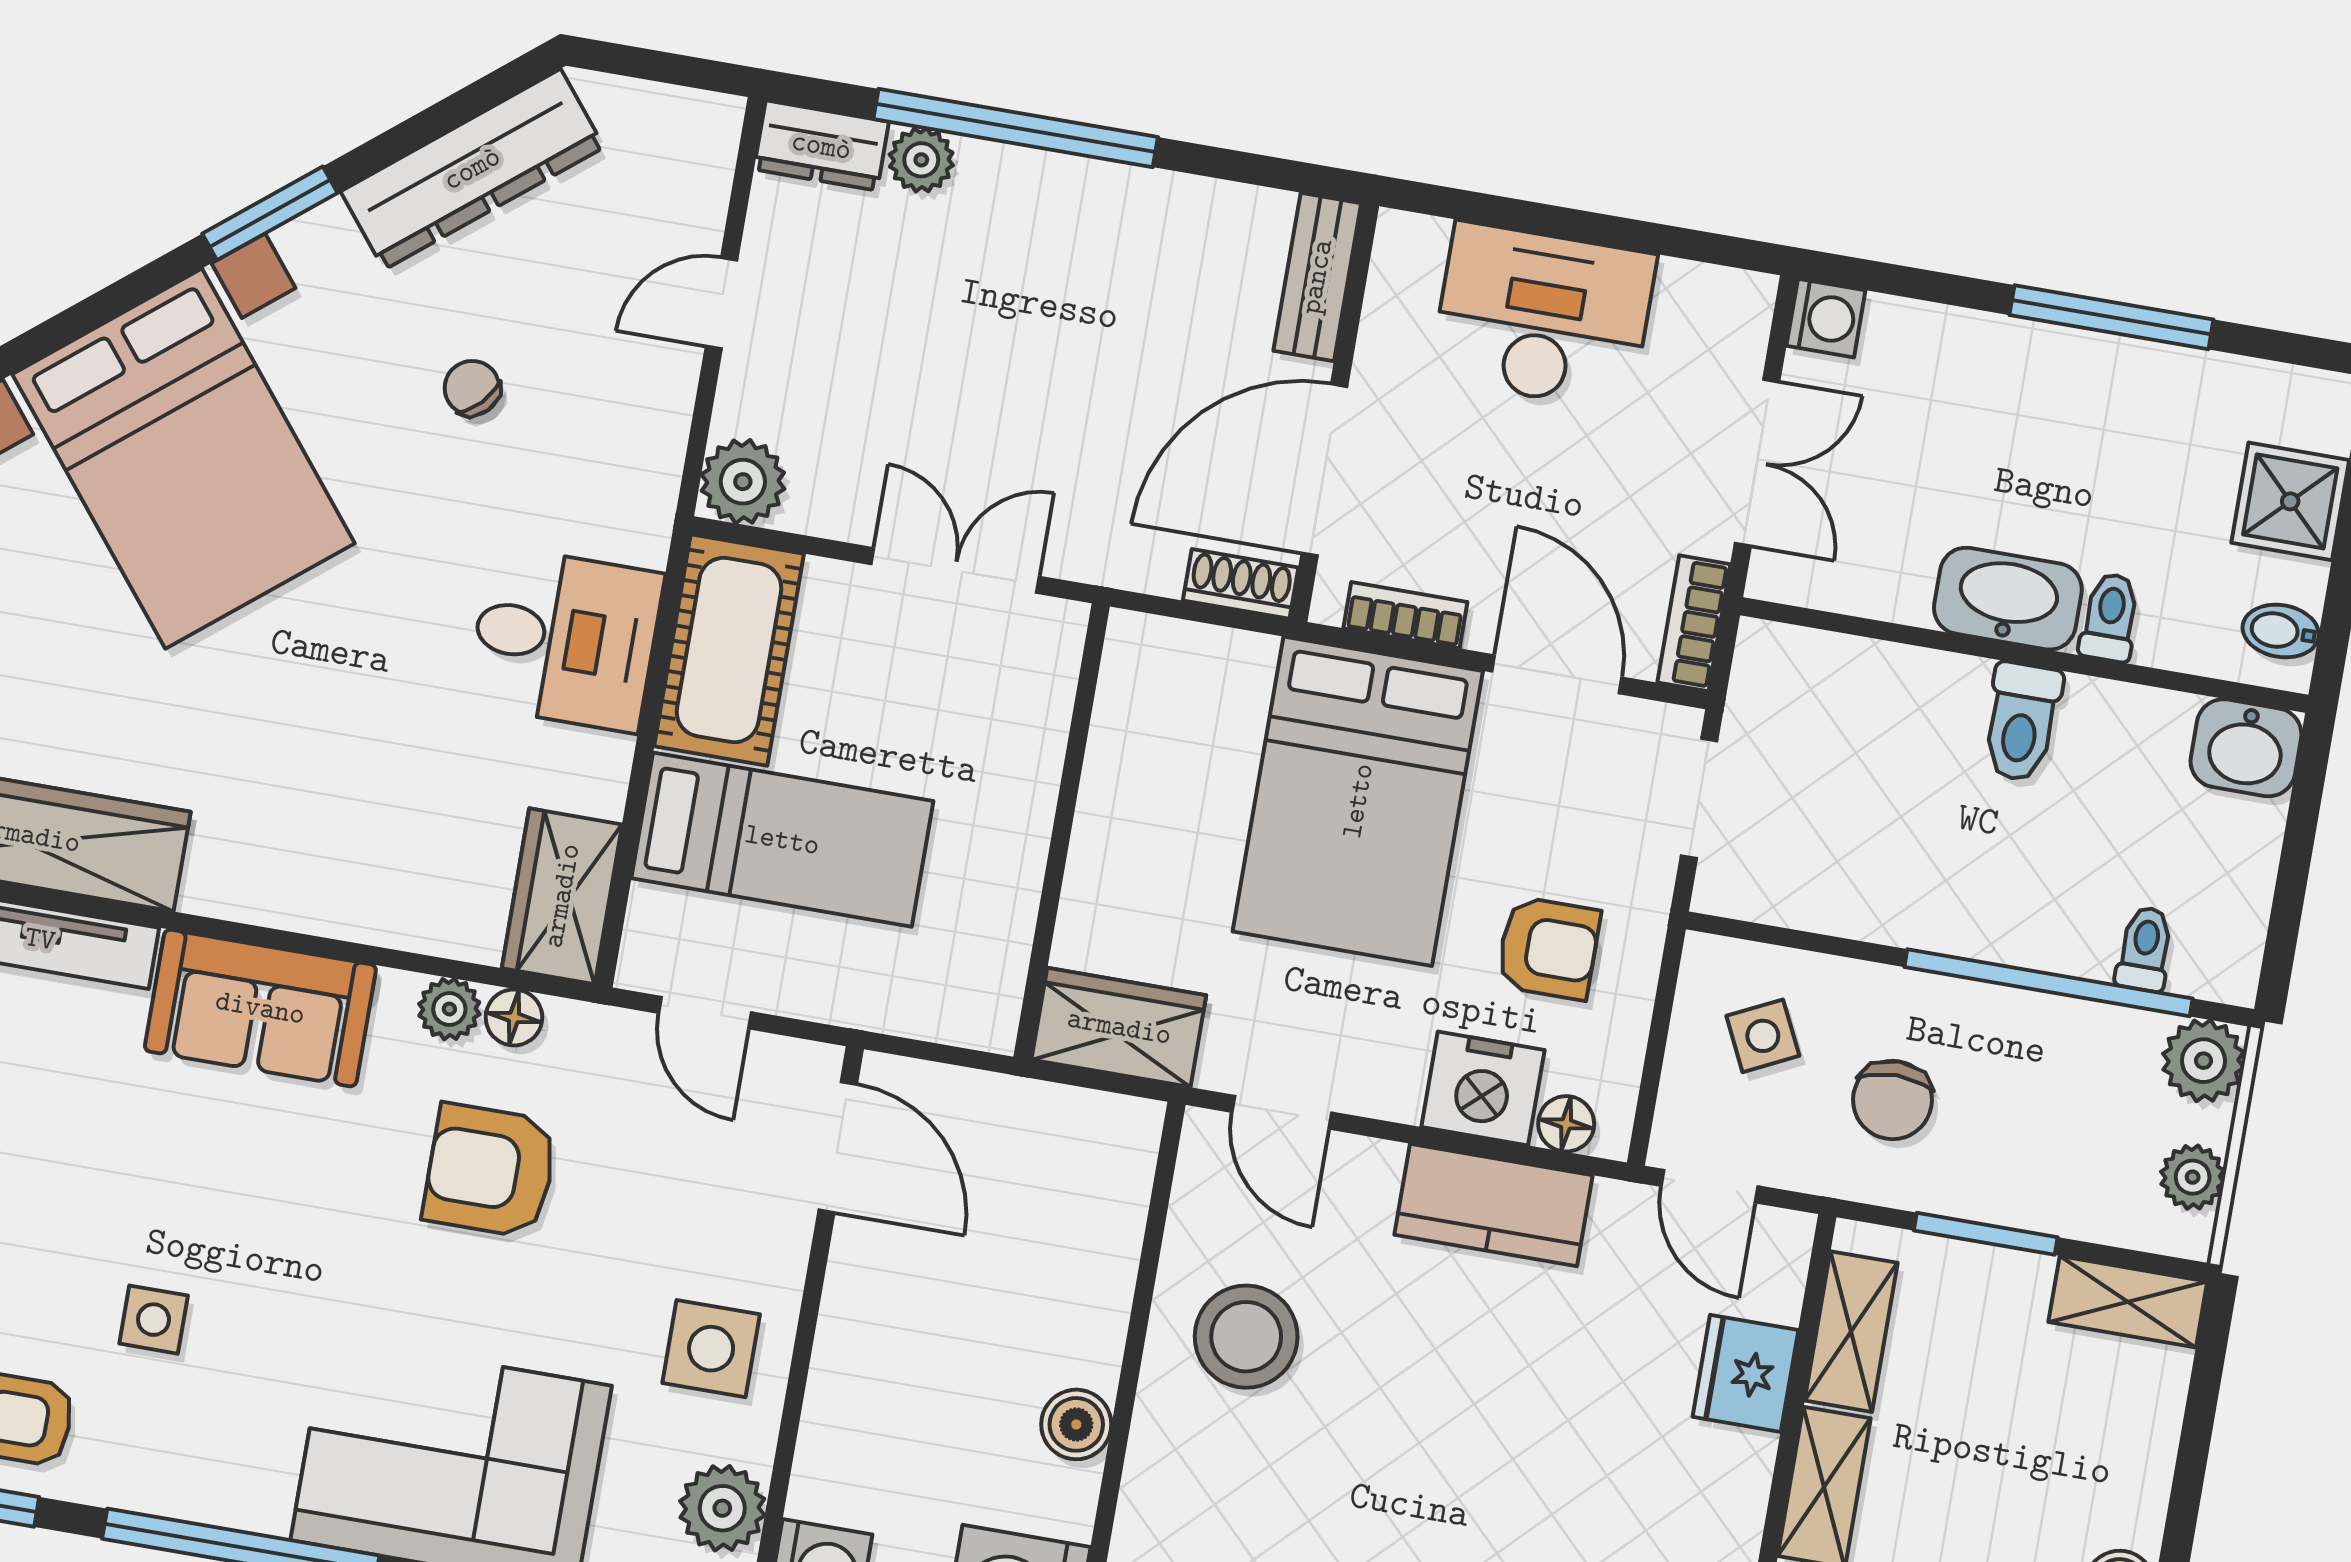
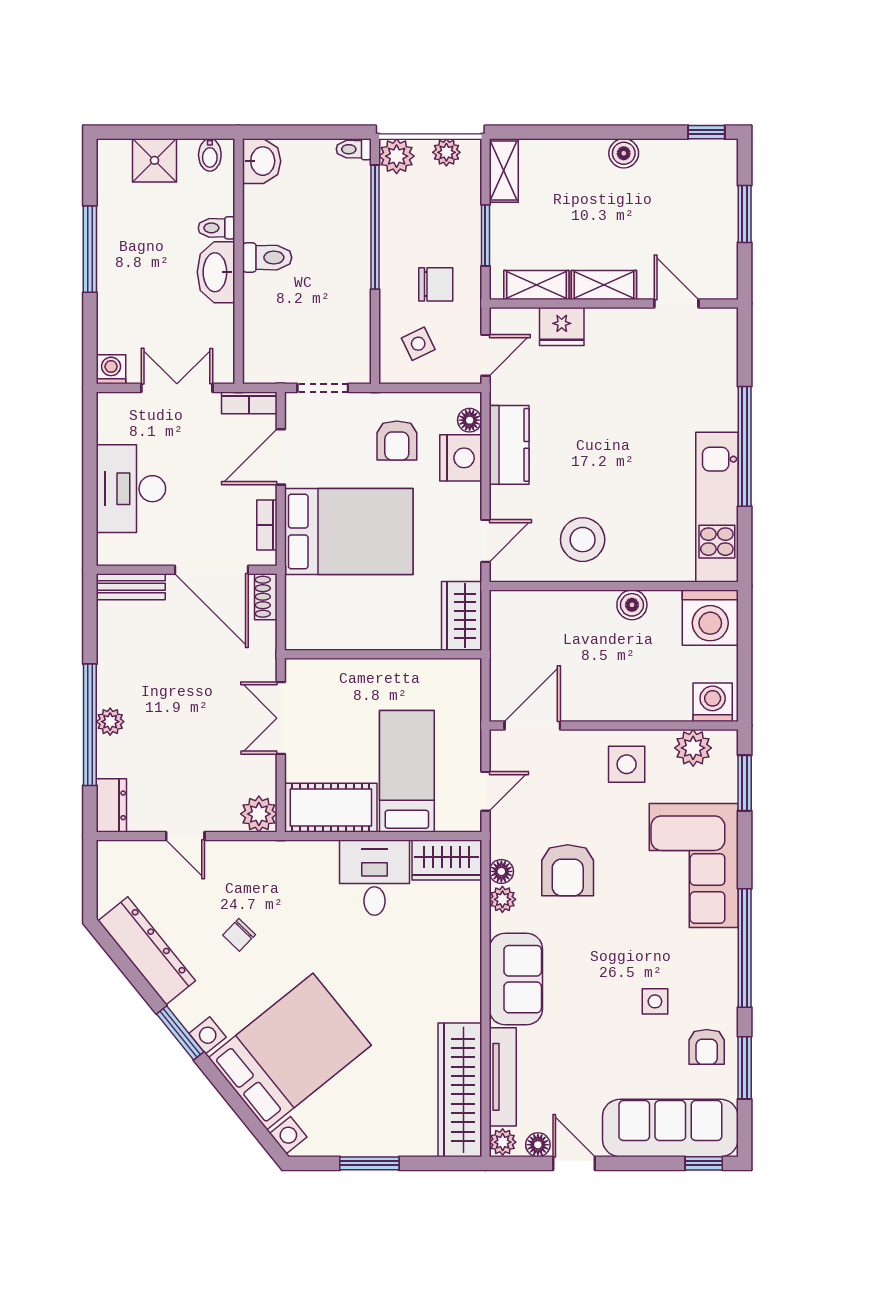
plant: (921, 160) -> (110, 722), moved
desk: (565, 639) -> (374, 878), moved
armchair: (1548, 948) -> (397, 441), turned 180
toilet: (2145, 949) -> (354, 149), moved

